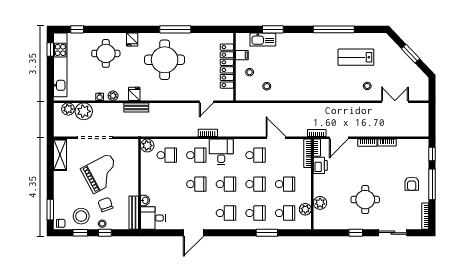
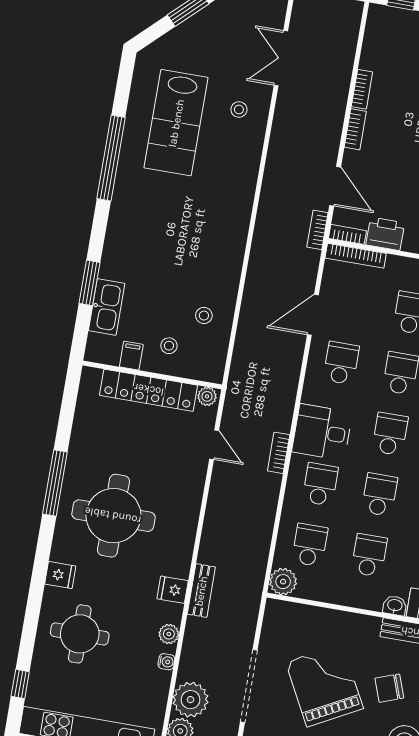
lab bench: (356, 57) -> (176, 123), width x1.36, depth x1.39
plant: (229, 94) -> (207, 396), added
school desk: (167, 184) -> (369, 555), added

